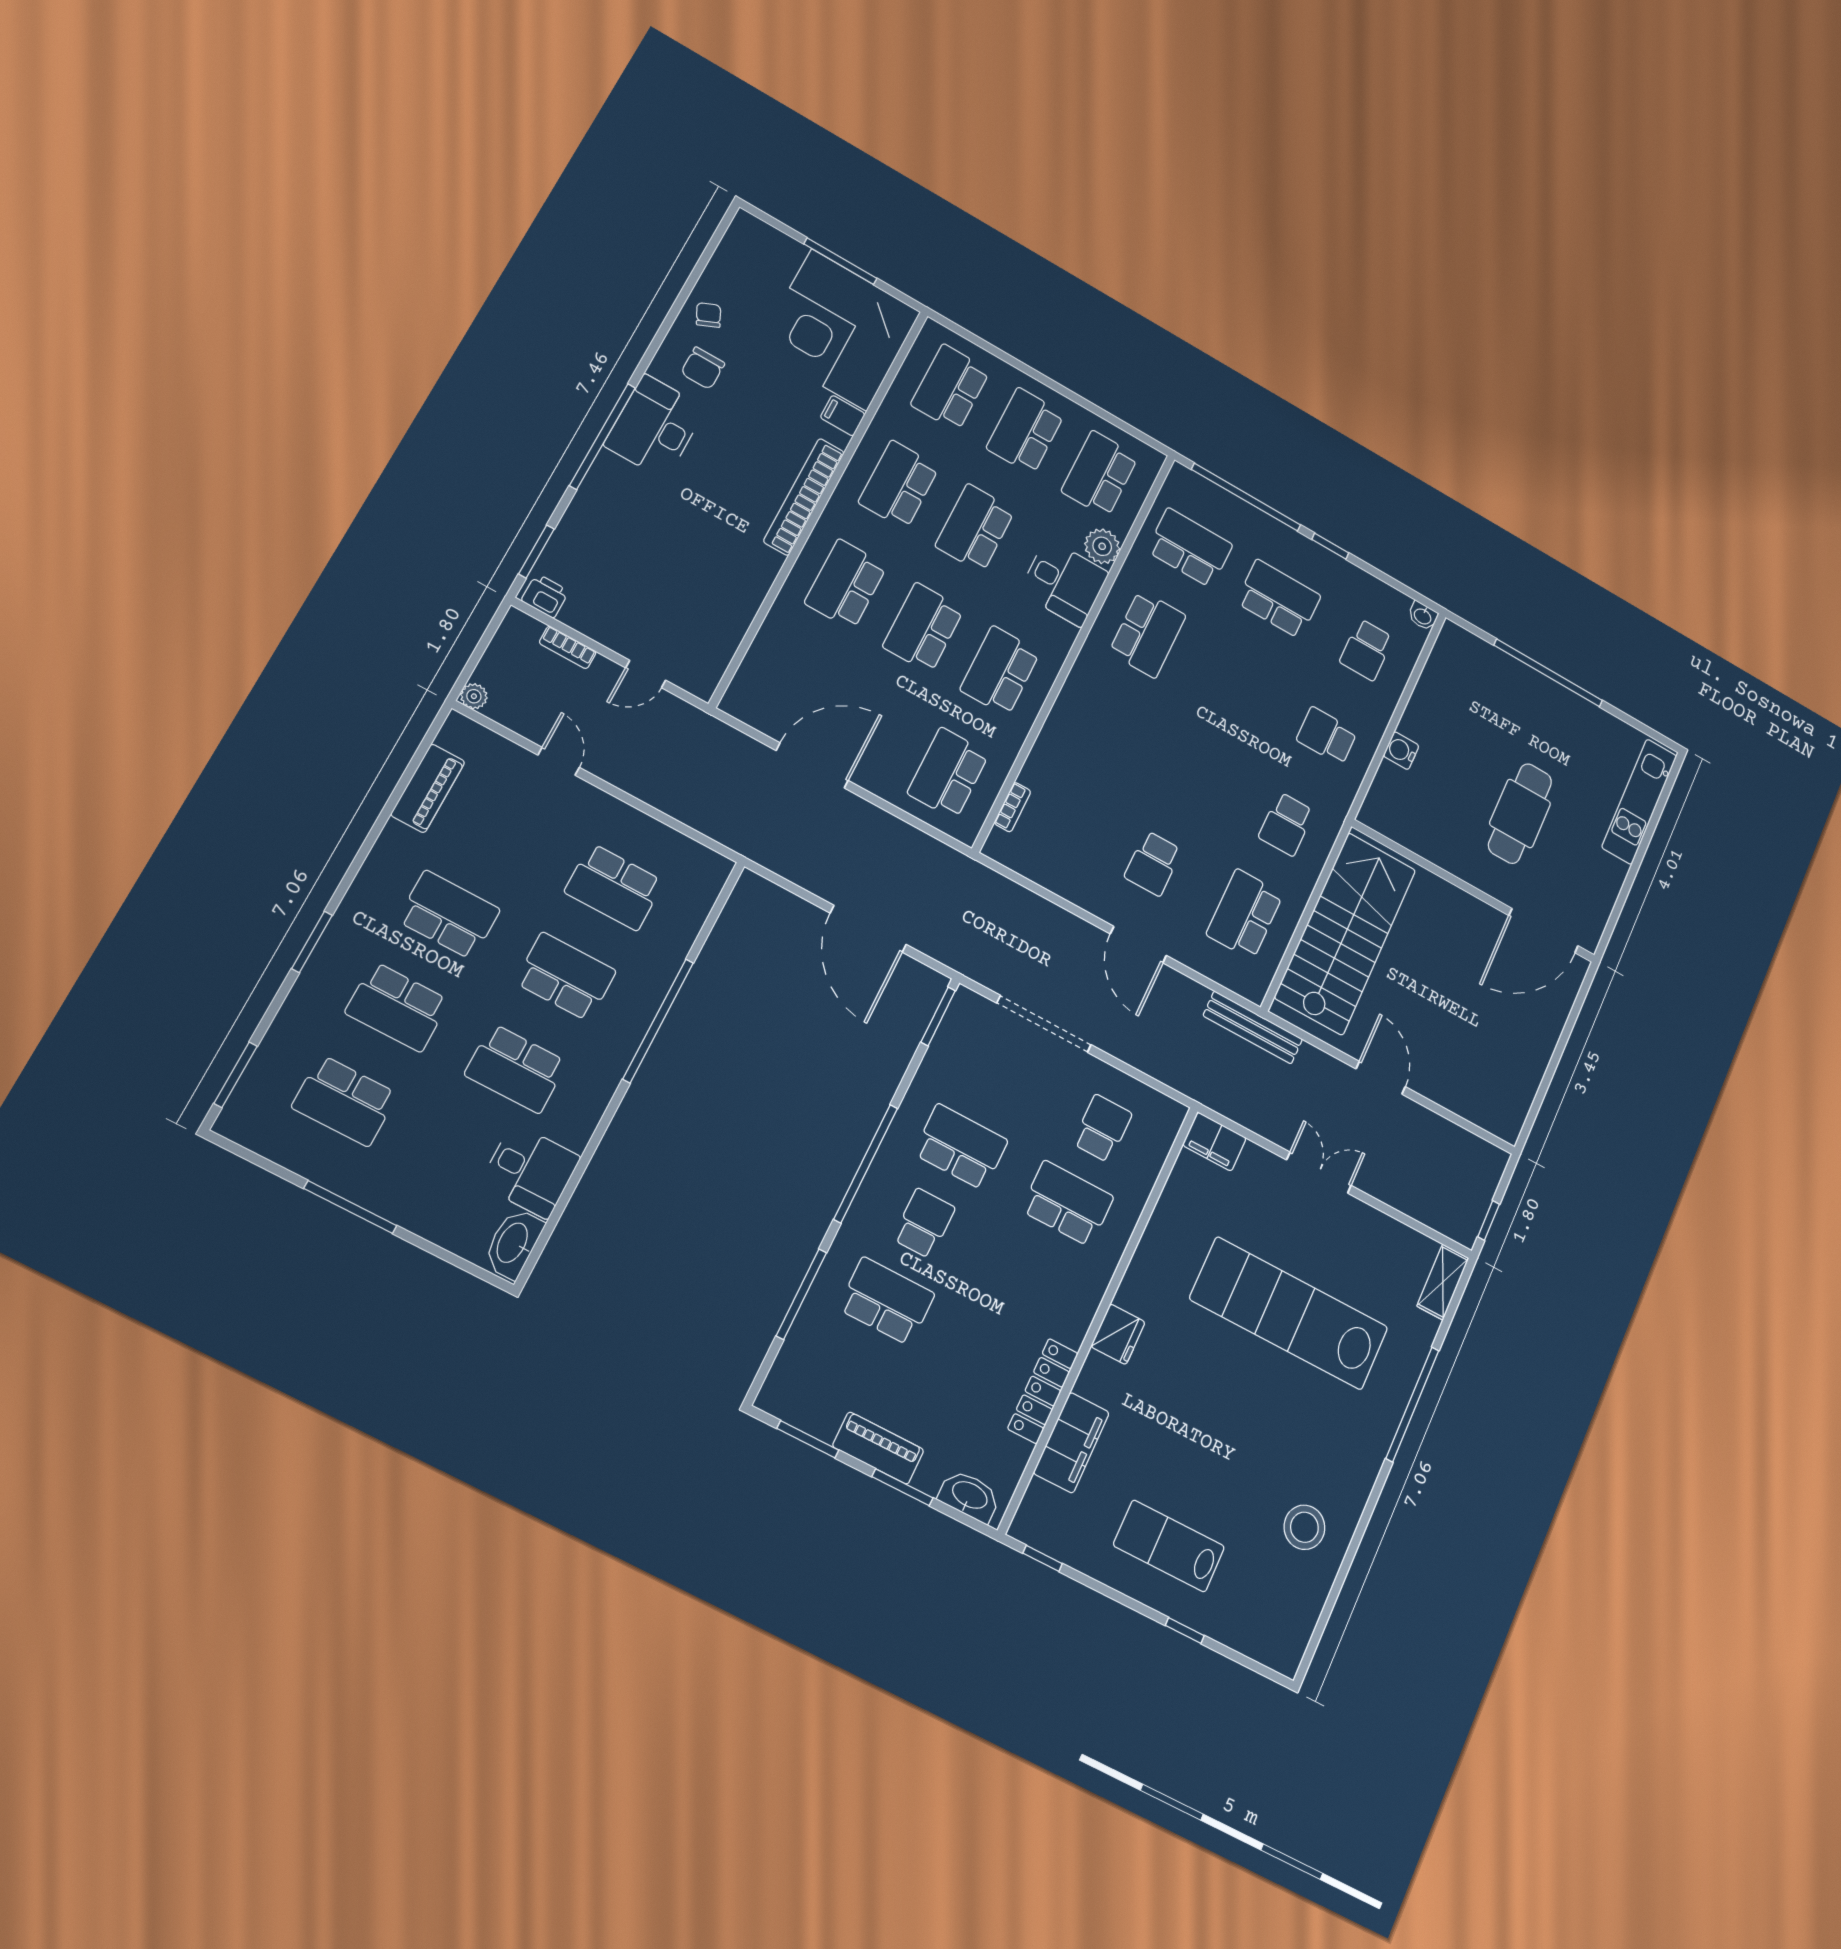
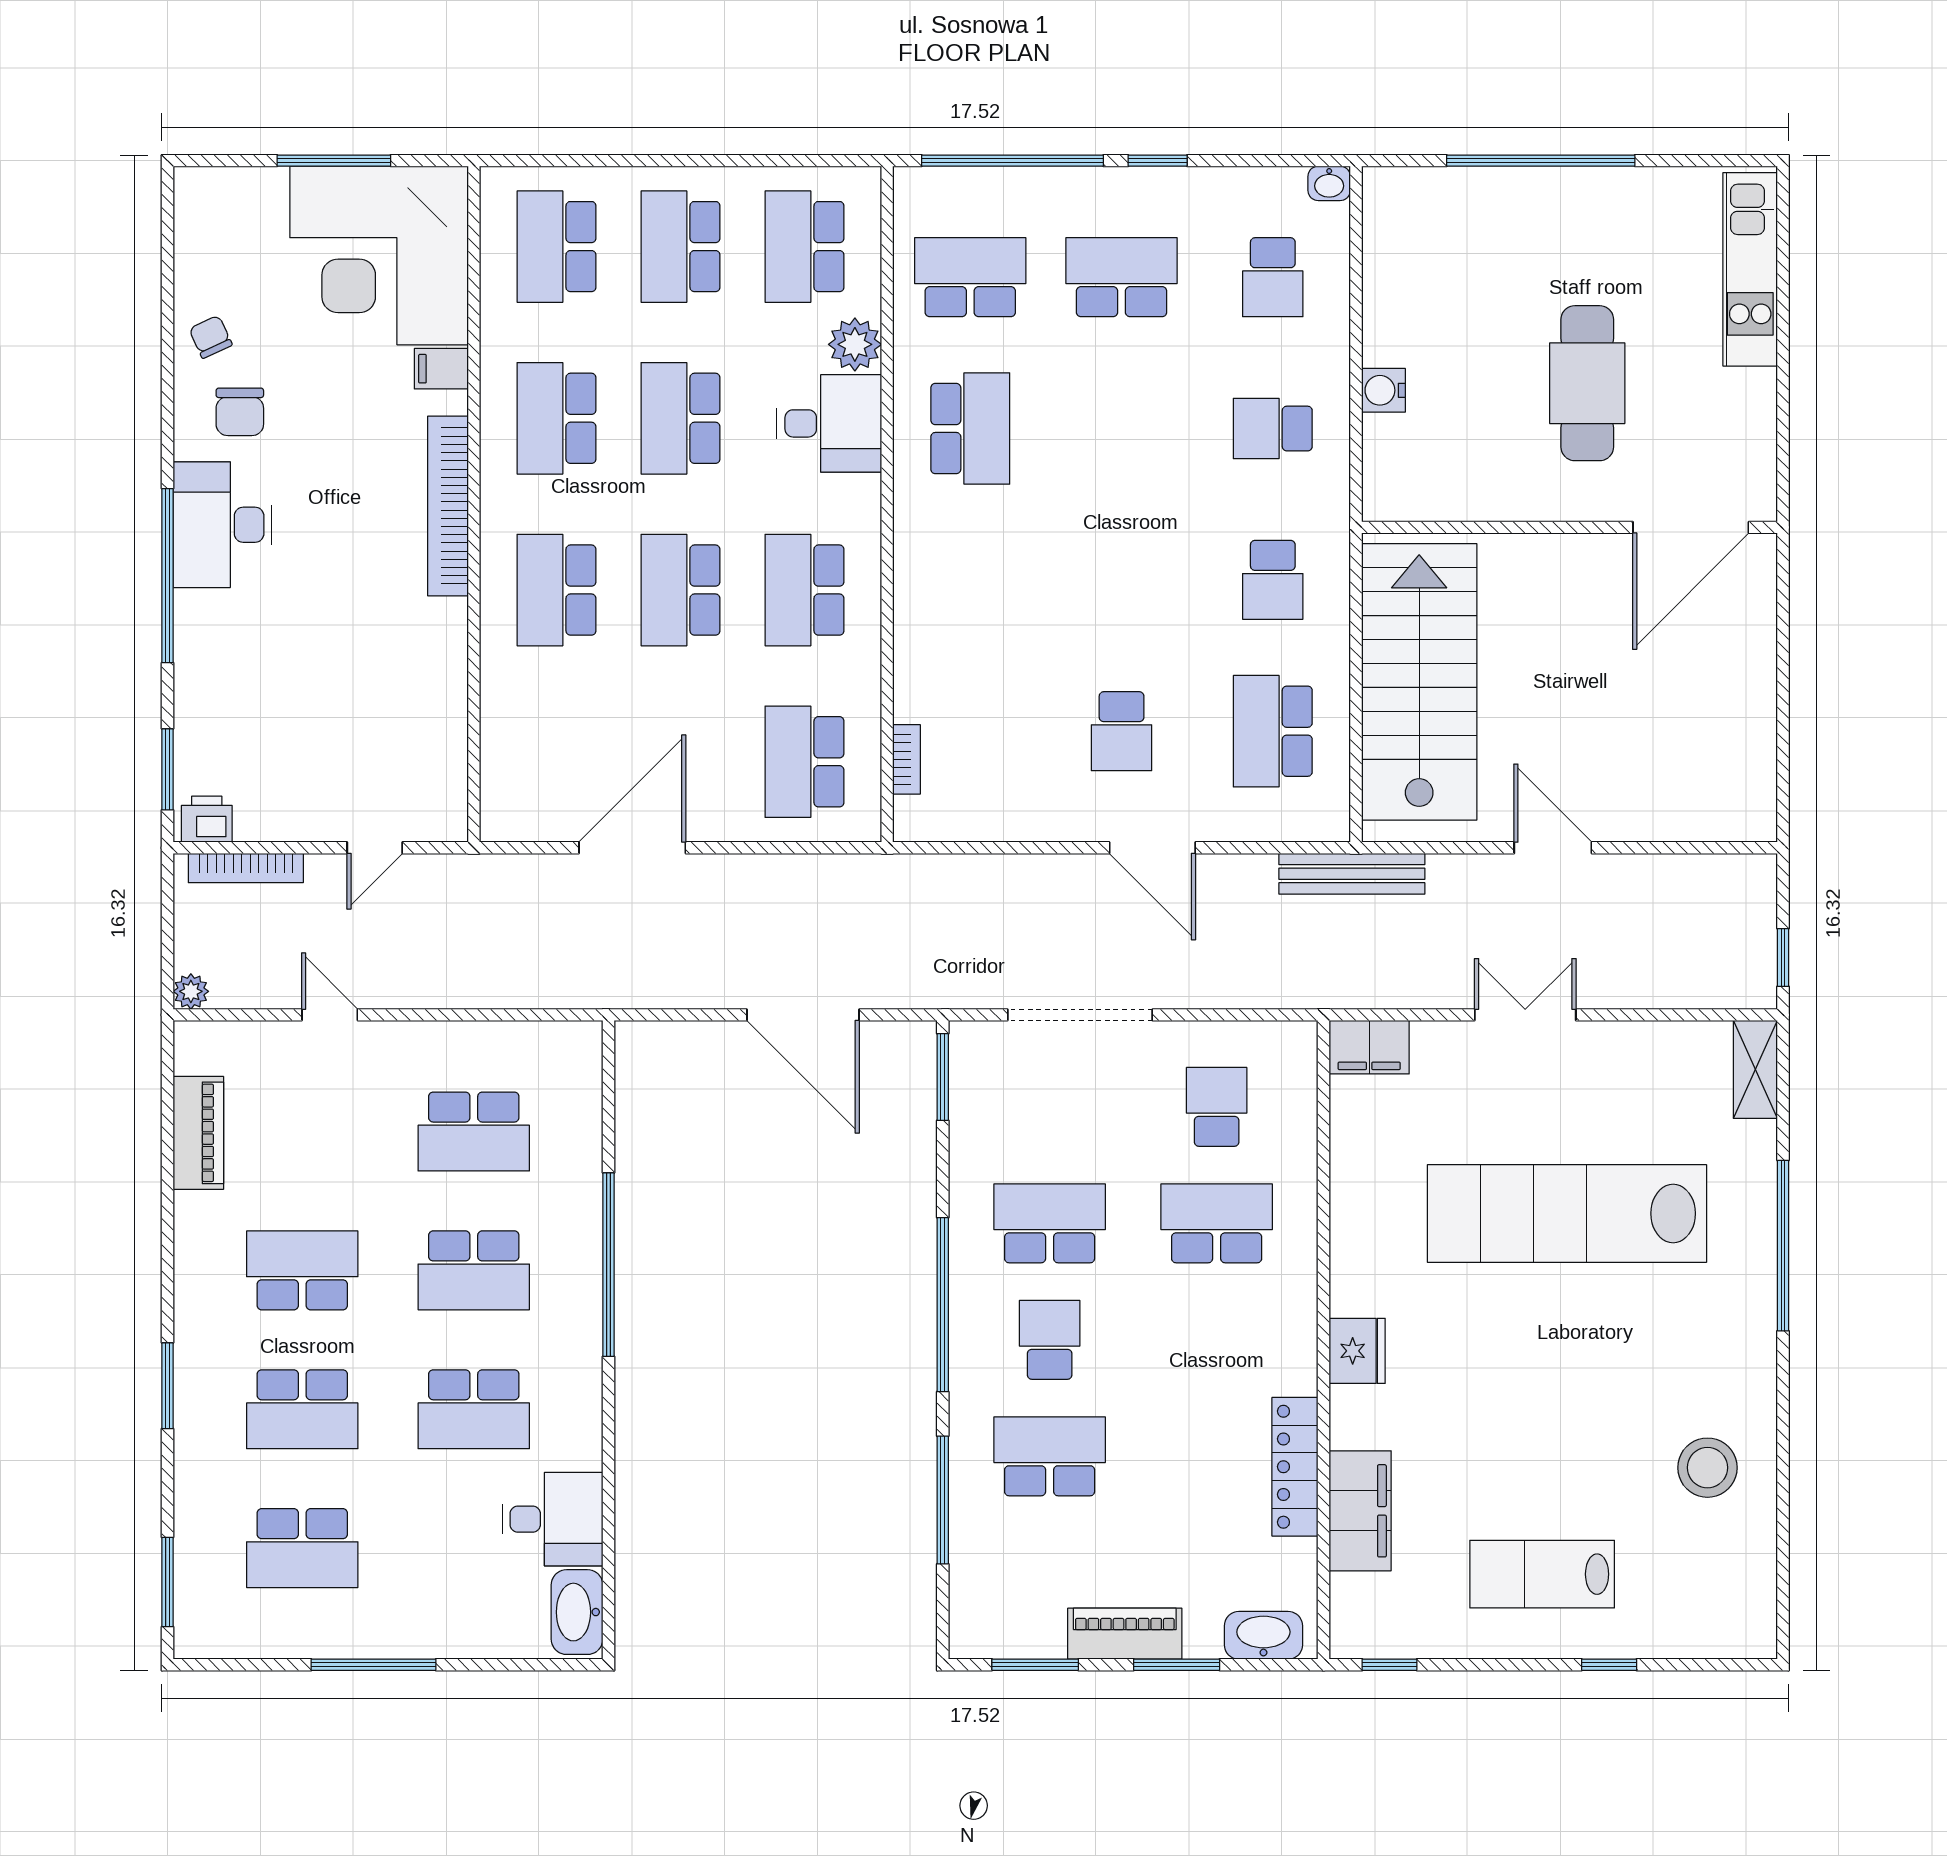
bookcase: (568, 647) -> (246, 868), width x1.56
school desk: (566, 977) -> (474, 1270), turned 180

